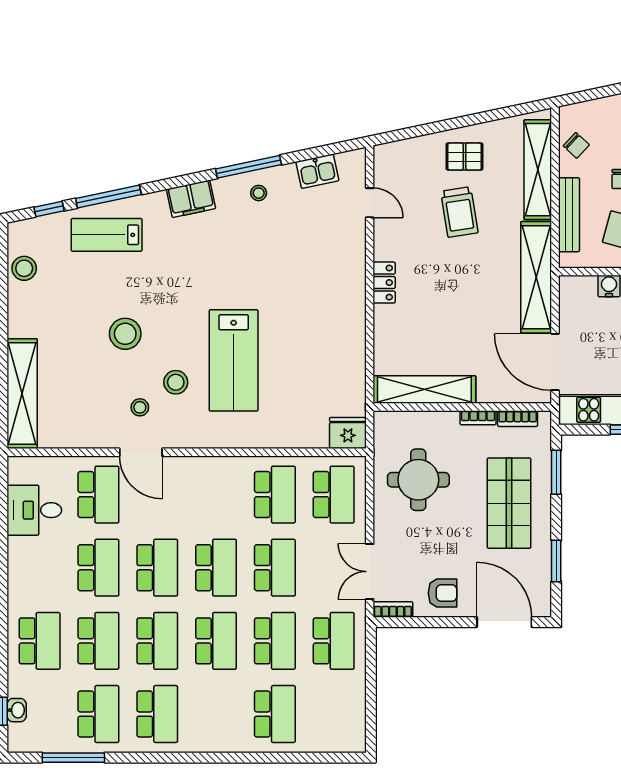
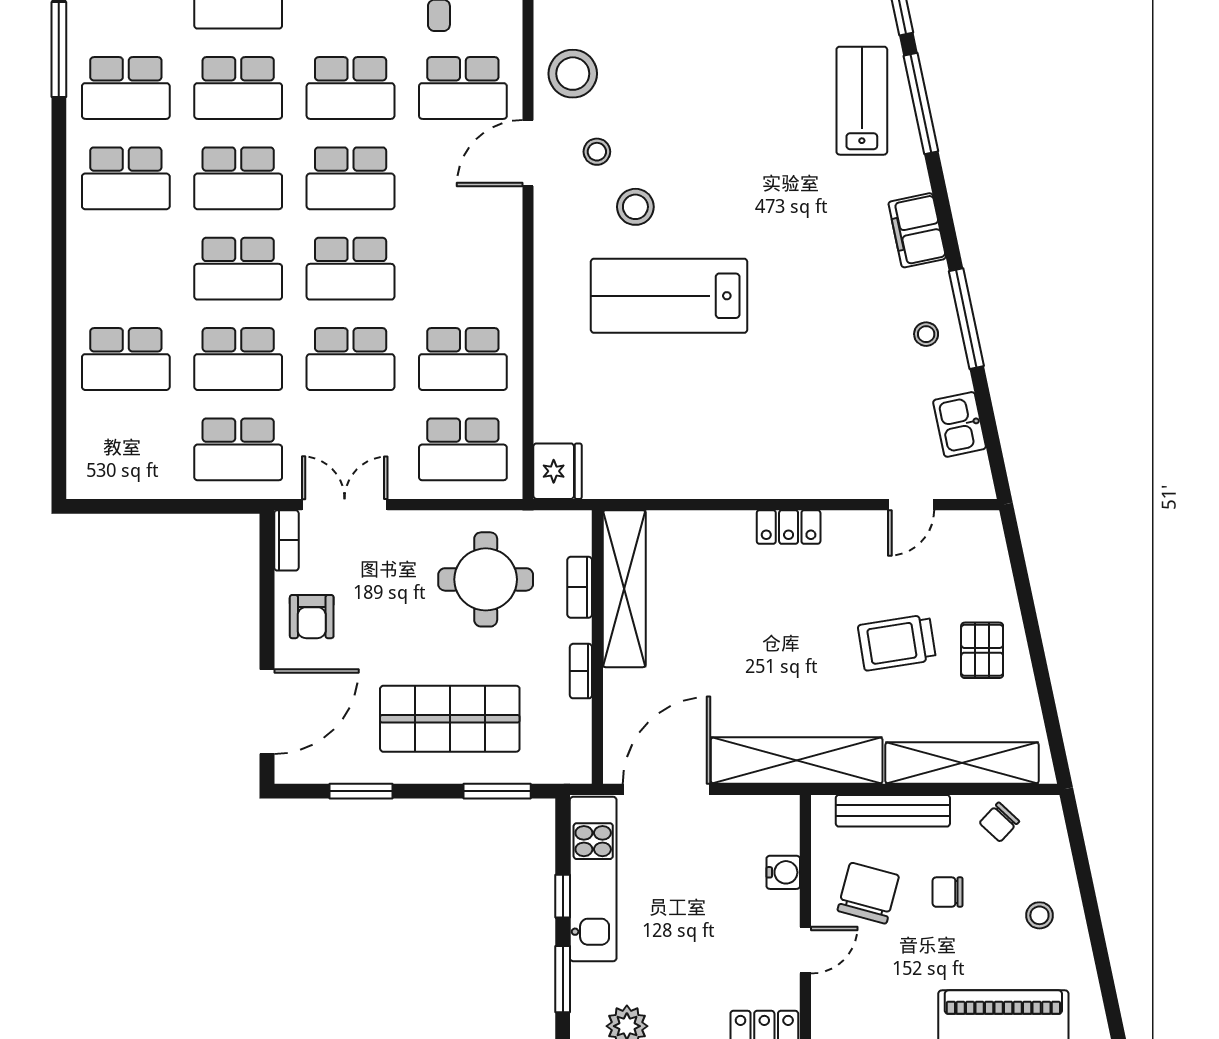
stool: (125, 334) -> (573, 74), moved
bookcase: (518, 419) -> (580, 587), moved

